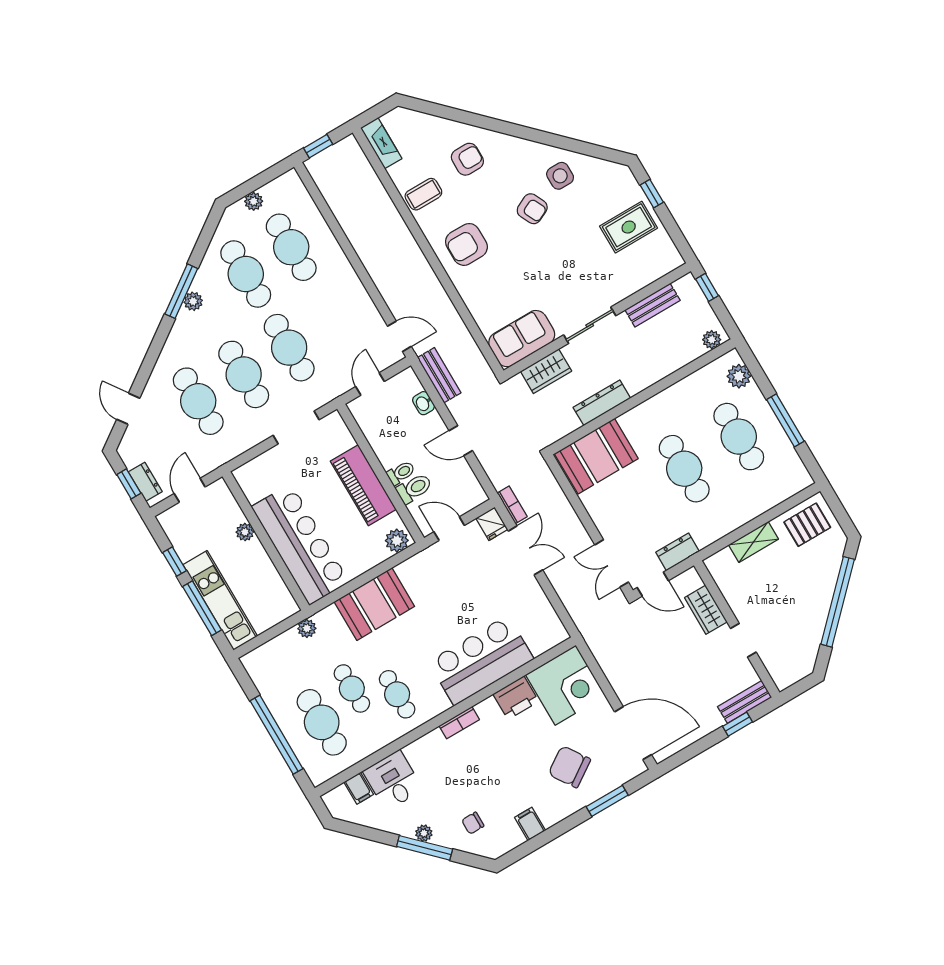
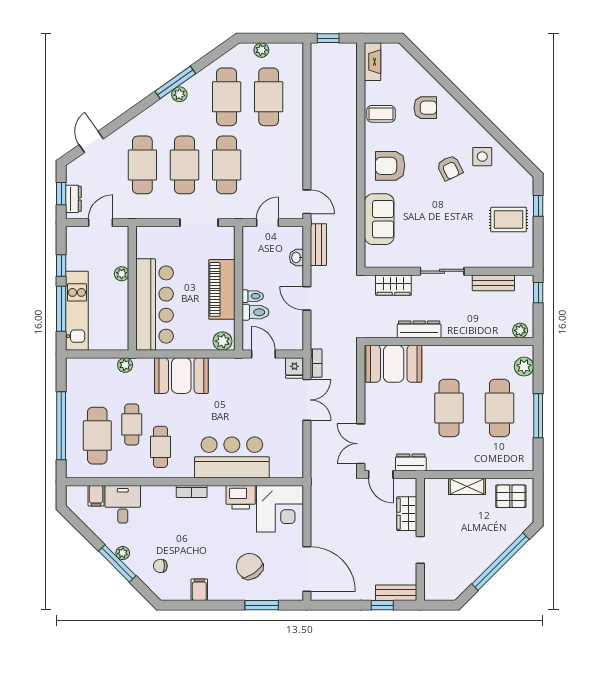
sofa: (522, 339) -> (379, 219), moved, turned 90

